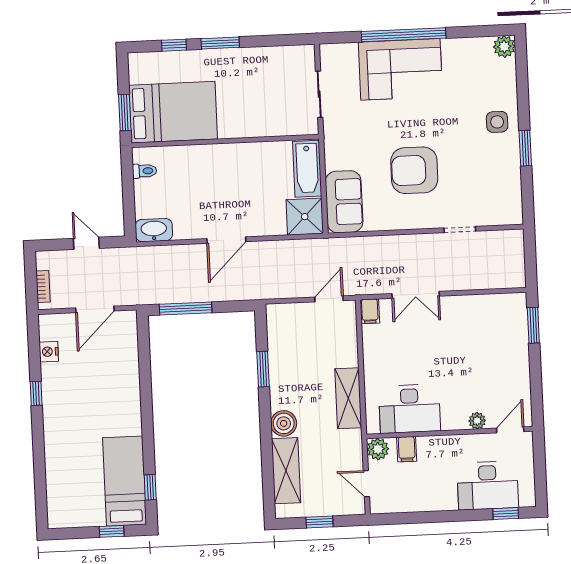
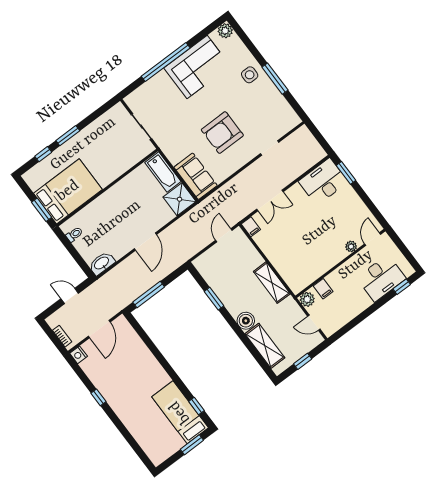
corner sofa: (400, 69) -> (197, 67), moved
window: (525, 148) -> (275, 79), width x1.44
nightstand: (49, 352) -> (79, 355), moved
desk: (410, 409) -> (323, 182), moved, turned 180
window: (112, 531) -> (192, 445), width x1.50

